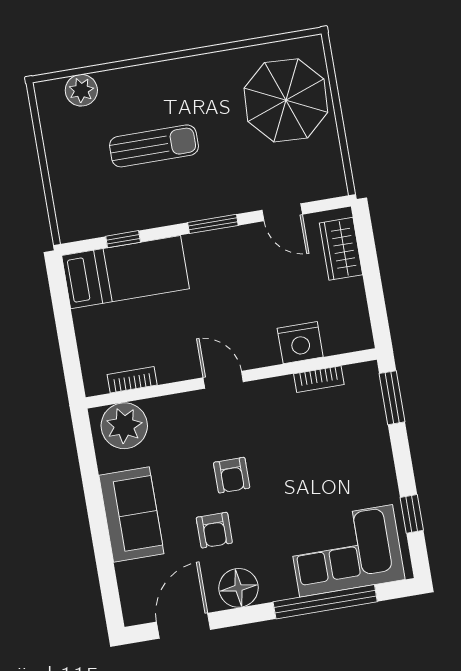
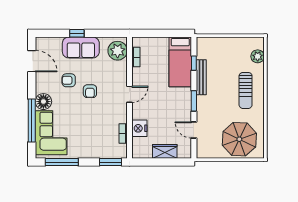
sun lounger: (154, 146) -> (246, 90), moved
door: (282, 212) -> (194, 130), hinge flipped
bench: (154, 216) -> (201, 77), added
wardrobe: (341, 249) -> (165, 151), moved
armchair: (232, 475) -> (90, 91), turned -90
window: (412, 514) -> (62, 162), width x2.17
window: (99, 529) -> (77, 33), added
floor lamp: (239, 588) -> (43, 102), moved

